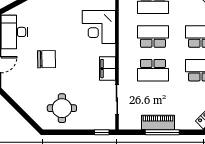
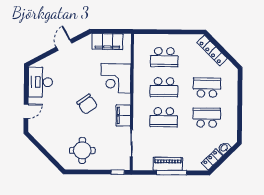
school desk: (153, 36) -> (164, 87), turned 180
chair: (46, 59) -> (87, 104), moved, turned 55

